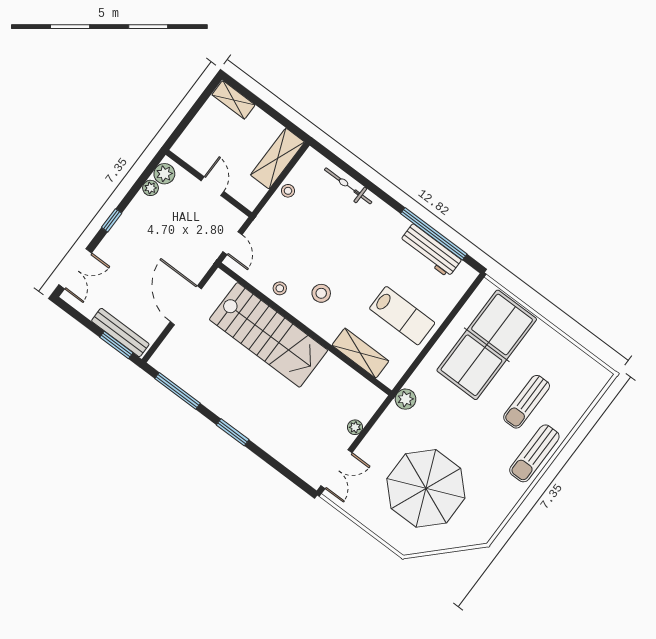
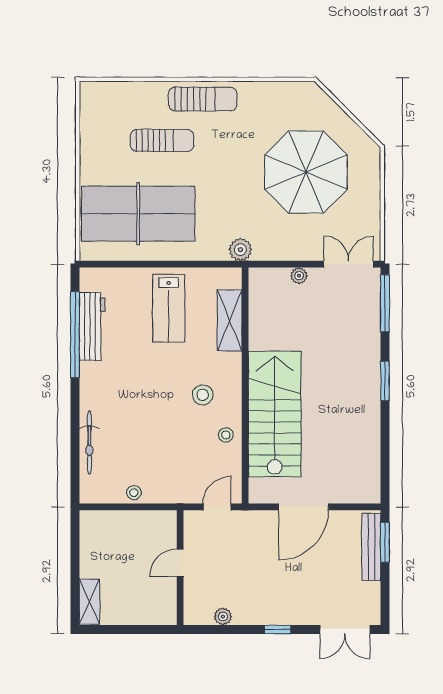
shelving: (278, 159) -> (112, 523), removed
plant: (164, 174) -> (201, 614), removed
double door: (75, 269) -> (345, 629), swing flipped
lab bench: (402, 316) -> (169, 308), turned 180
window: (177, 391) -> (385, 303), moved

